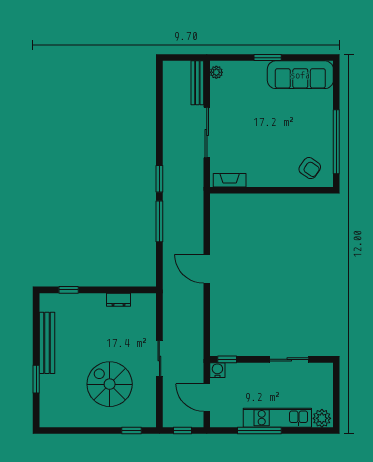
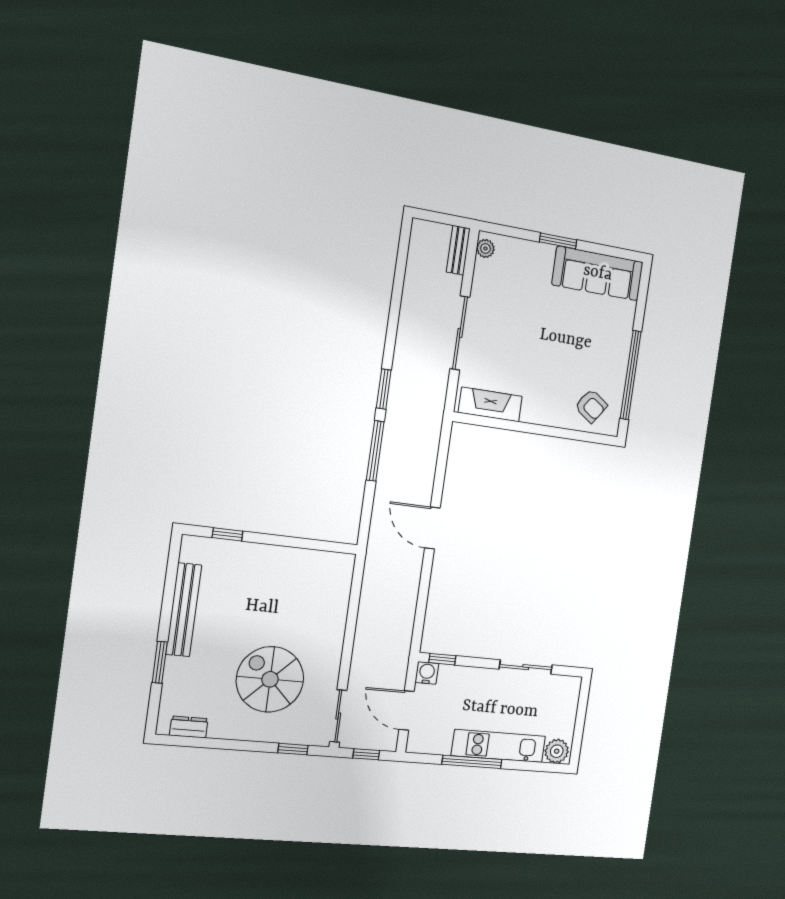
bench: (197, 83) -> (458, 250), width x0.73
fireplace: (230, 180) -> (490, 404), width x1.37, depth x1.32
dresser: (118, 300) -> (189, 727), moved, turned 180
sliding door: (159, 358) -> (338, 716), moved

